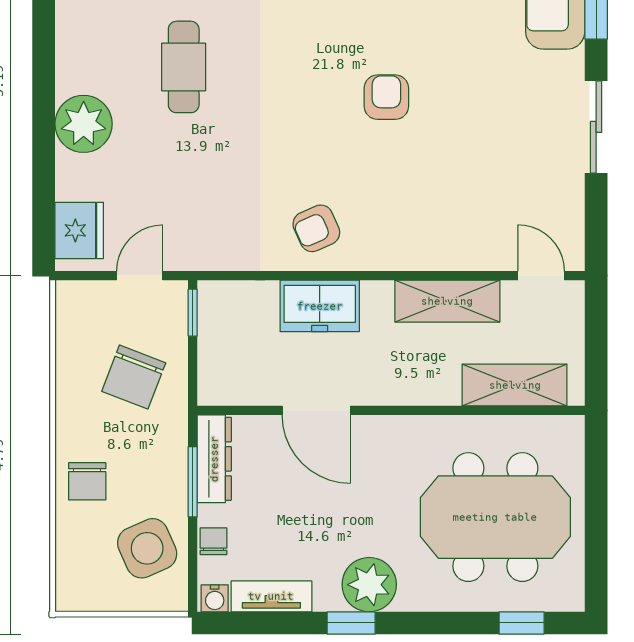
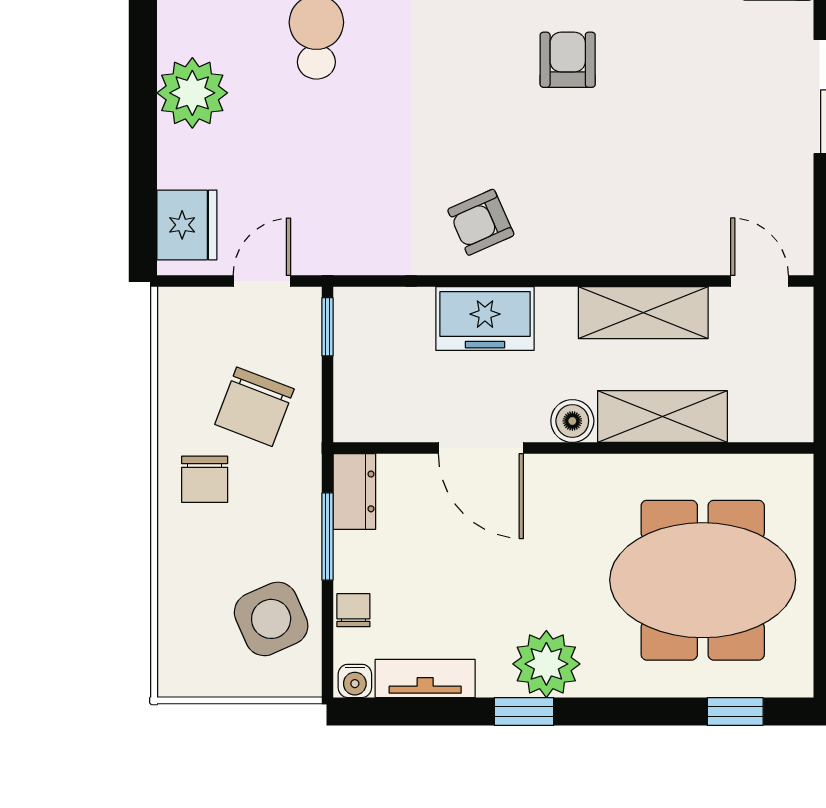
shelving: (515, 385) -> (662, 416), moved
boiler: (390, 389) -> (572, 421), added
dresser: (214, 459) -> (354, 491), width x0.70
chair: (87, 481) -> (205, 479), moved

